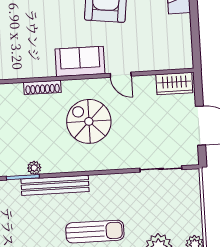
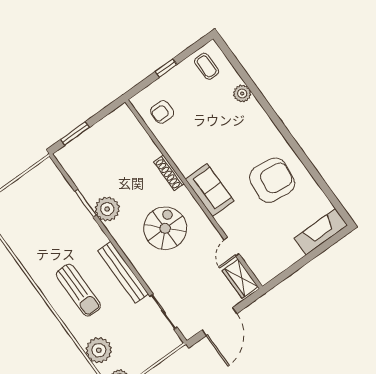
door: (121, 75) -> (232, 247), moved
plant: (34, 168) -> (107, 209), width x1.88, depth x1.88
bench: (55, 185) -> (123, 272), moved

